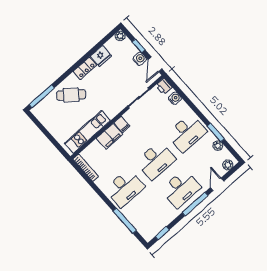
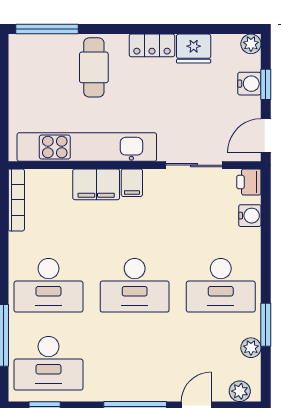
water cooler: (140, 59) -> (249, 84), moved
cafe table: (71, 95) -> (94, 67), turned 52
kitchen unit: (87, 132) -> (87, 147), width x1.36
desk: (181, 189) -> (48, 363), moved

